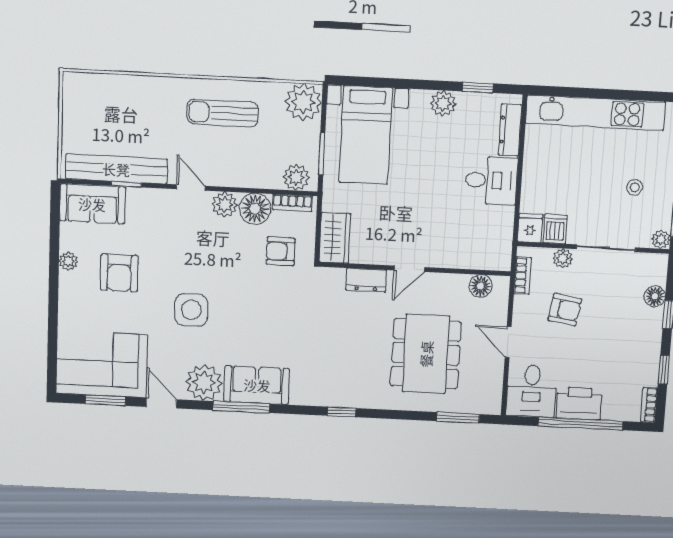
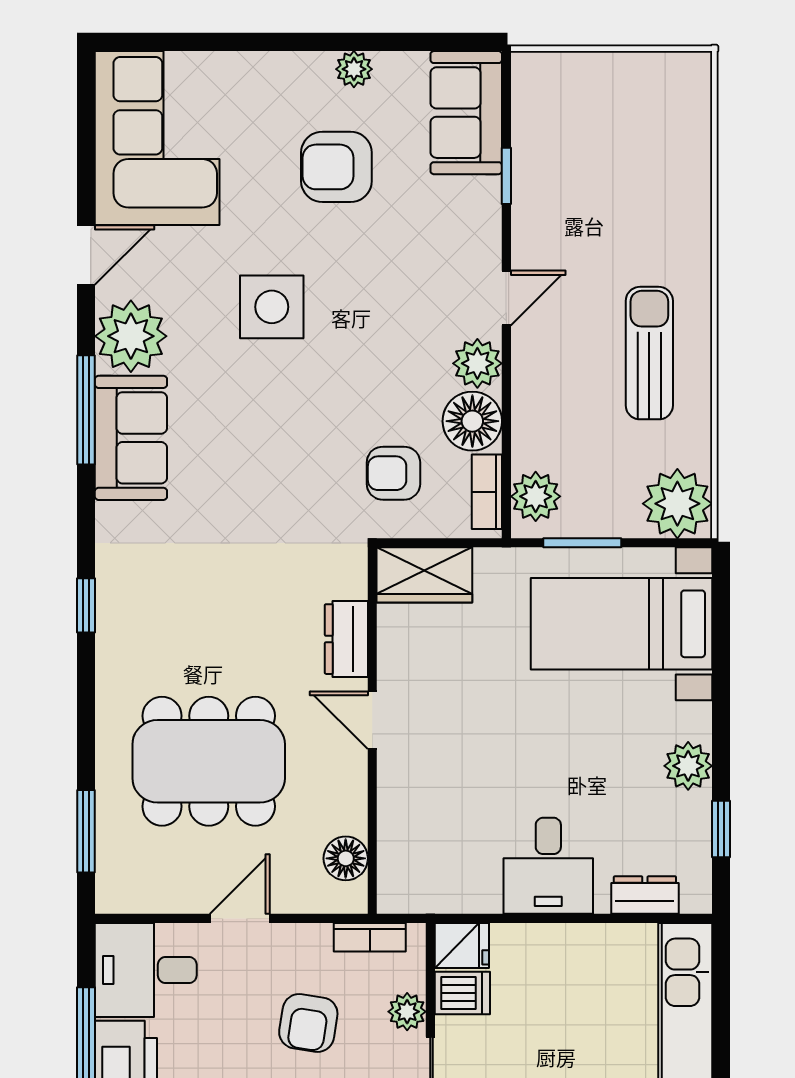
dresser: (510, 130) -> (645, 895), width x0.70
bench: (116, 169) -> (535, 157), removed
armchair: (281, 251) -> (393, 473), turned -90
window: (105, 400) -> (86, 147), removed

